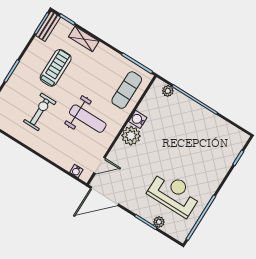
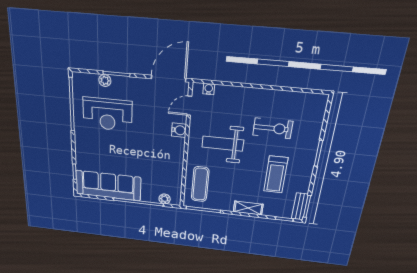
shelving: (84, 39) -> (248, 208), moved
exercise bike: (40, 112) -> (273, 128), turned -90
water cooler: (138, 119) -> (179, 130), moved
sofa: (214, 129) -> (108, 186), added
plant: (131, 136) -> (175, 147), removed

